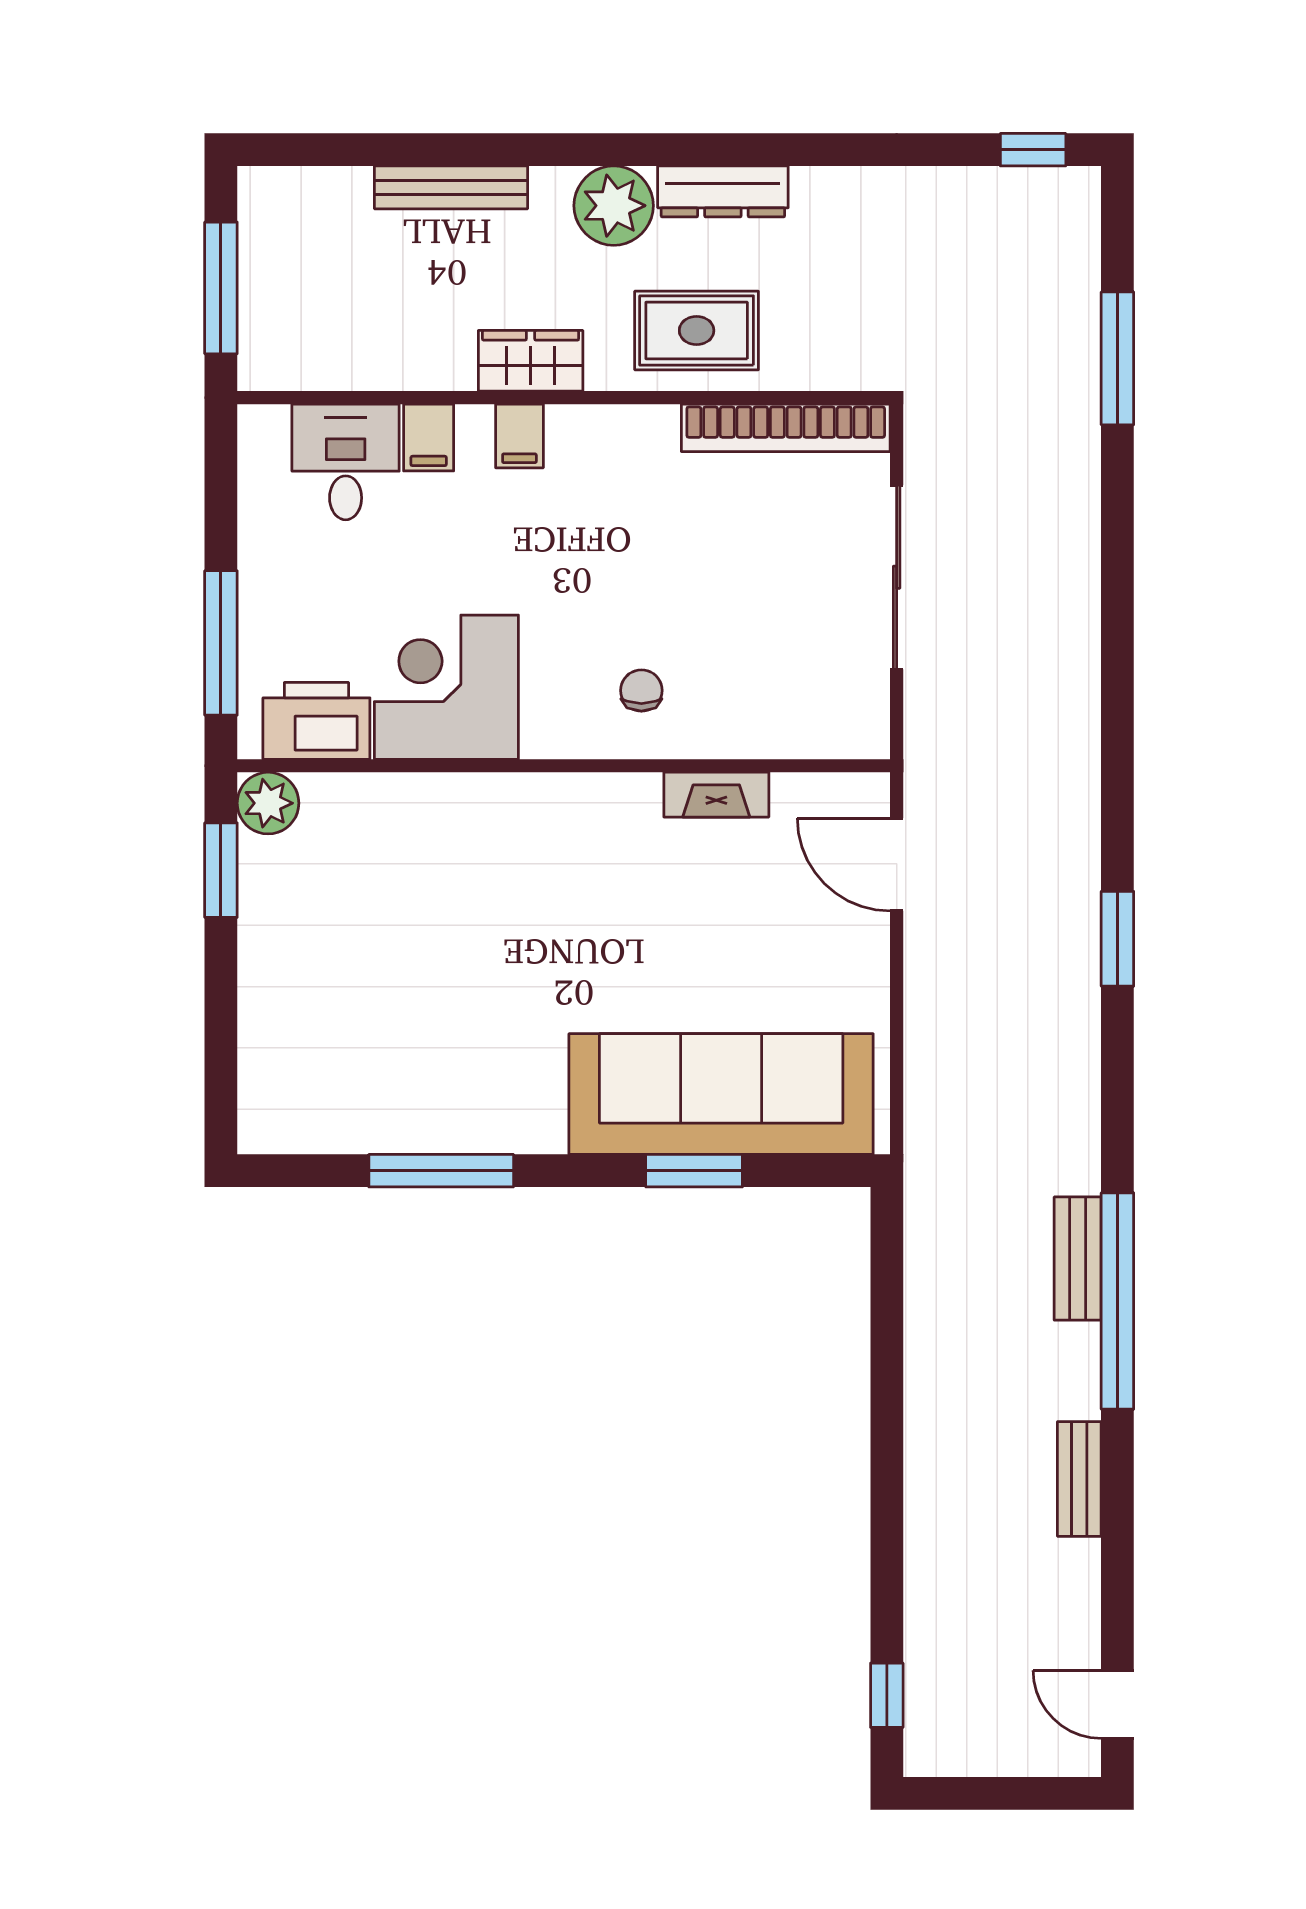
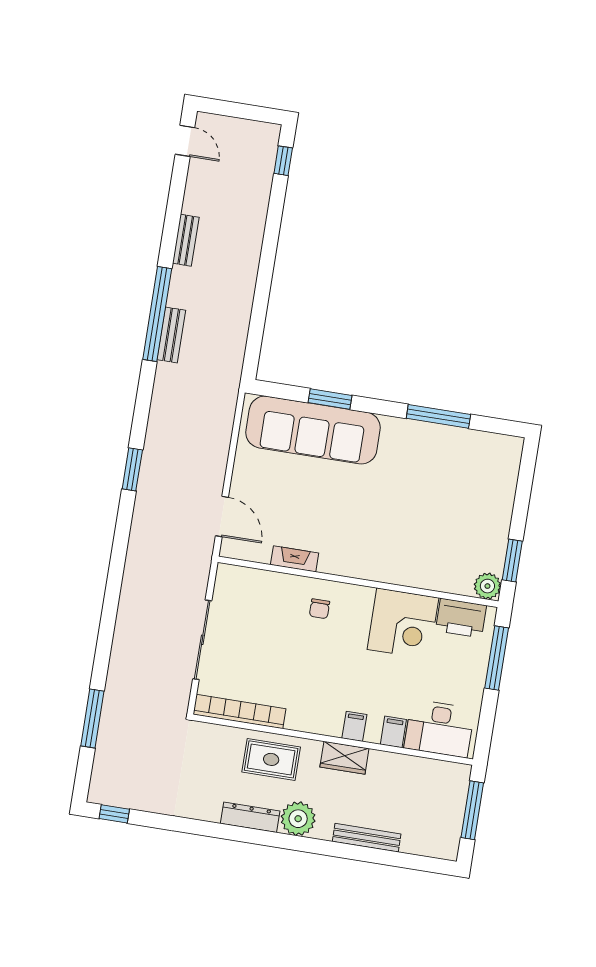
desk: (346, 462) -> (439, 728), width x1.37

